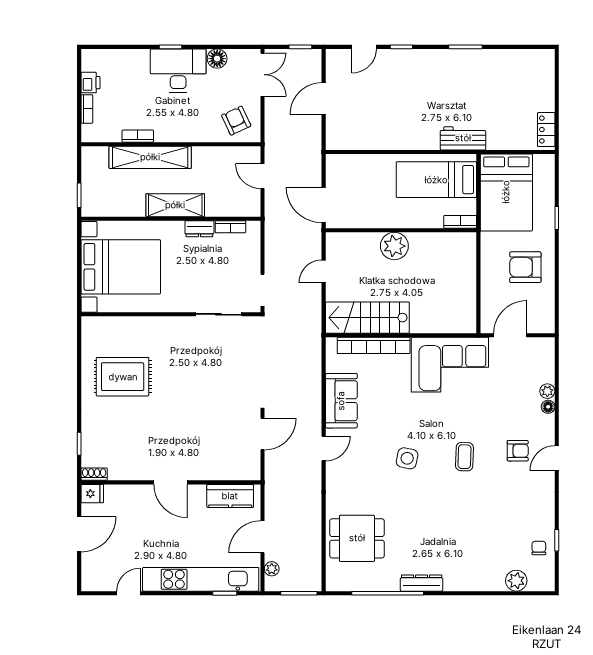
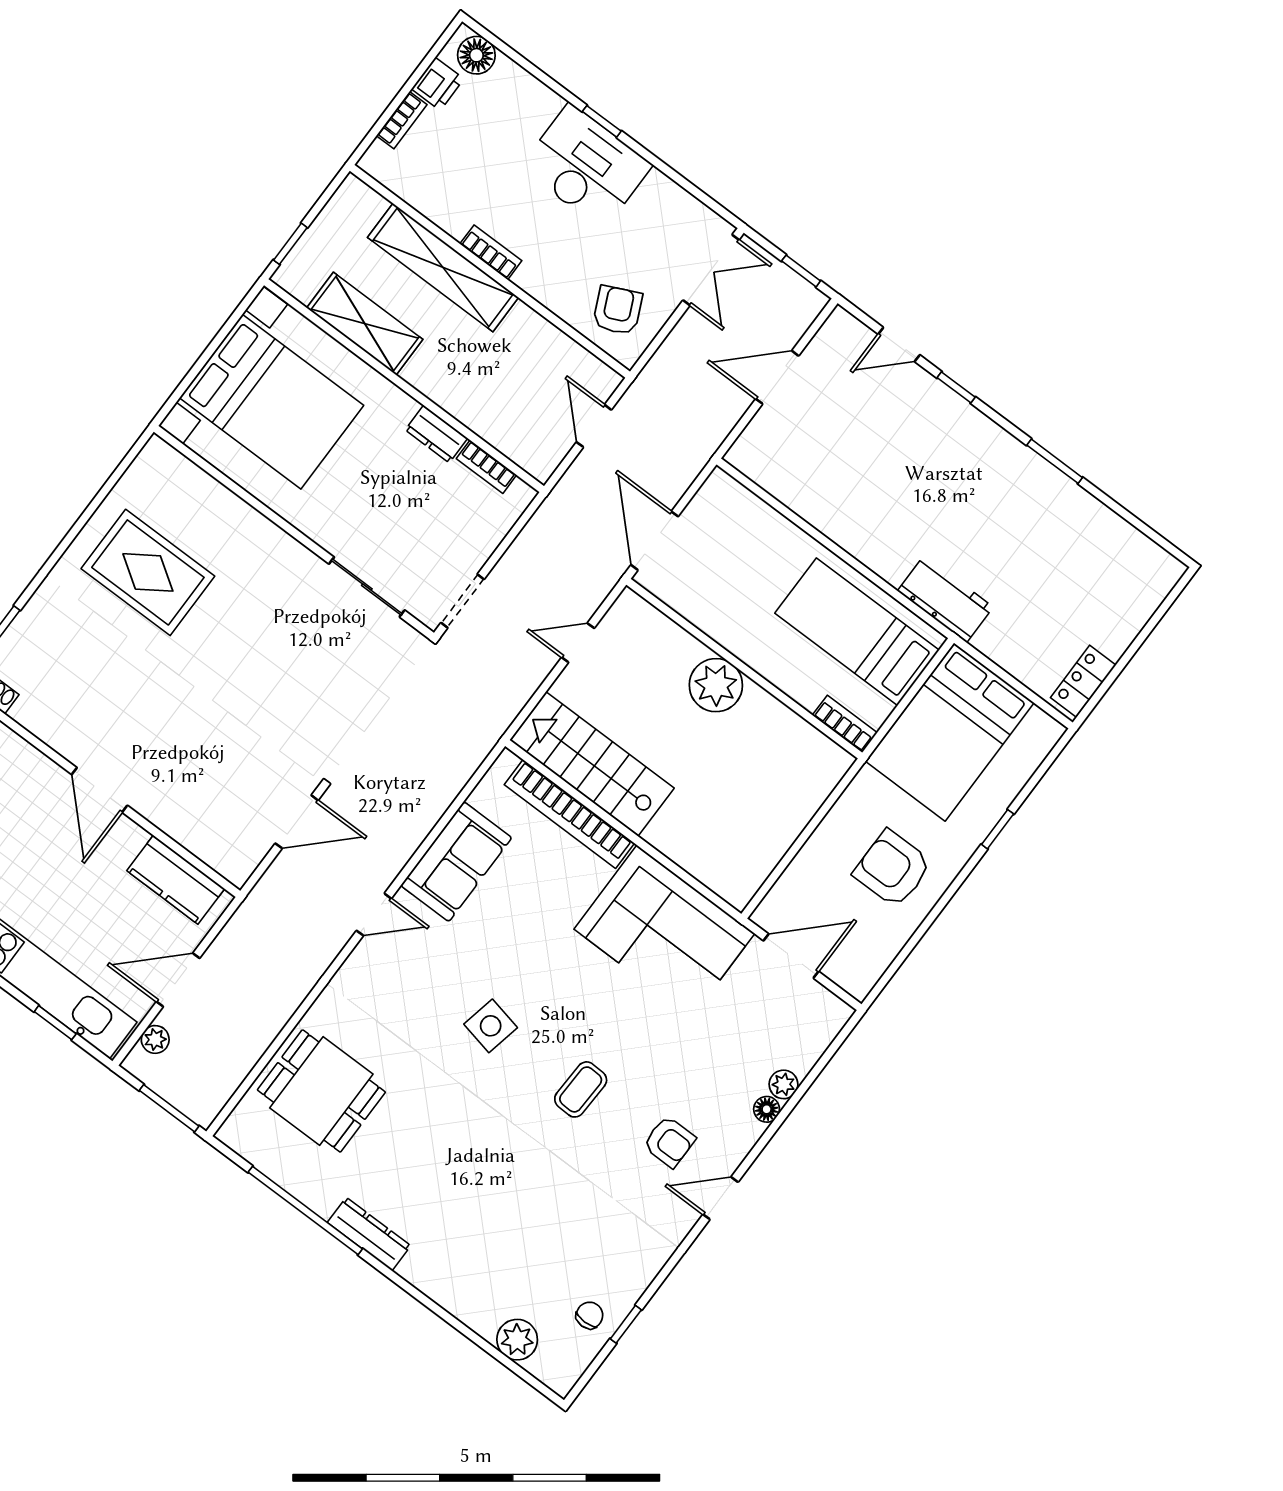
floor lamp: (217, 59) -> (476, 55), moved
bookcase: (138, 136) -> (491, 252), moved
shelving: (175, 205) -> (365, 324), moved

